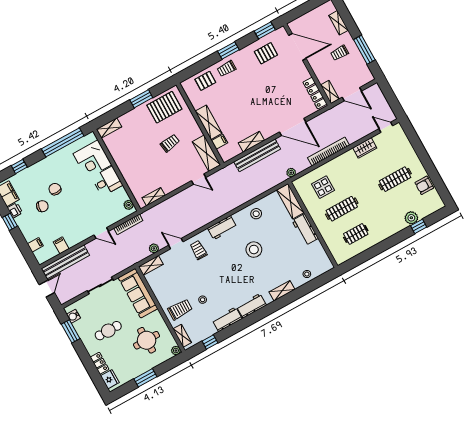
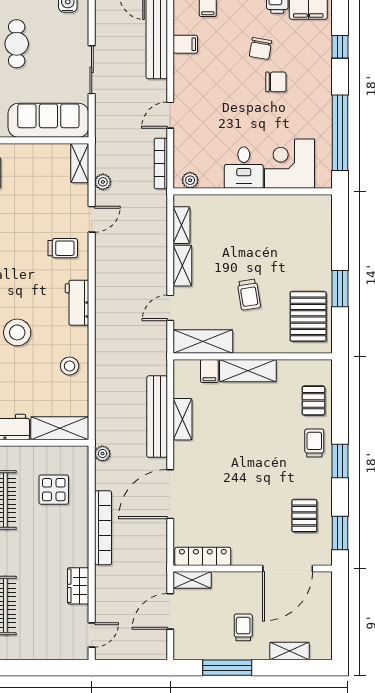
shelving: (109, 128) -> (182, 266), moved

